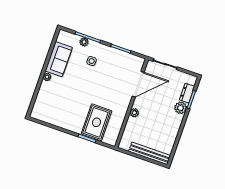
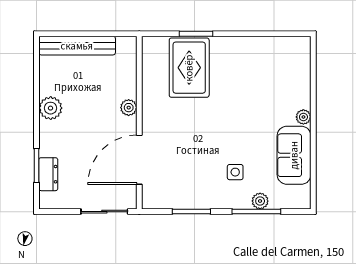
plant: (181, 108) -> (51, 108), moved

